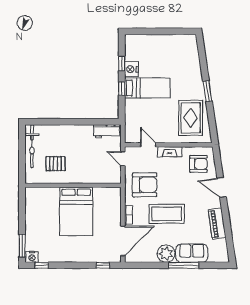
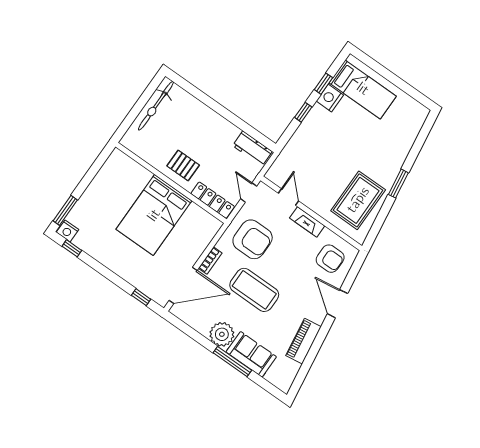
bed: (147, 88) -> (363, 89), moved
pallet: (56, 164) -> (183, 166), moved
locker: (105, 178) -> (213, 200), added

